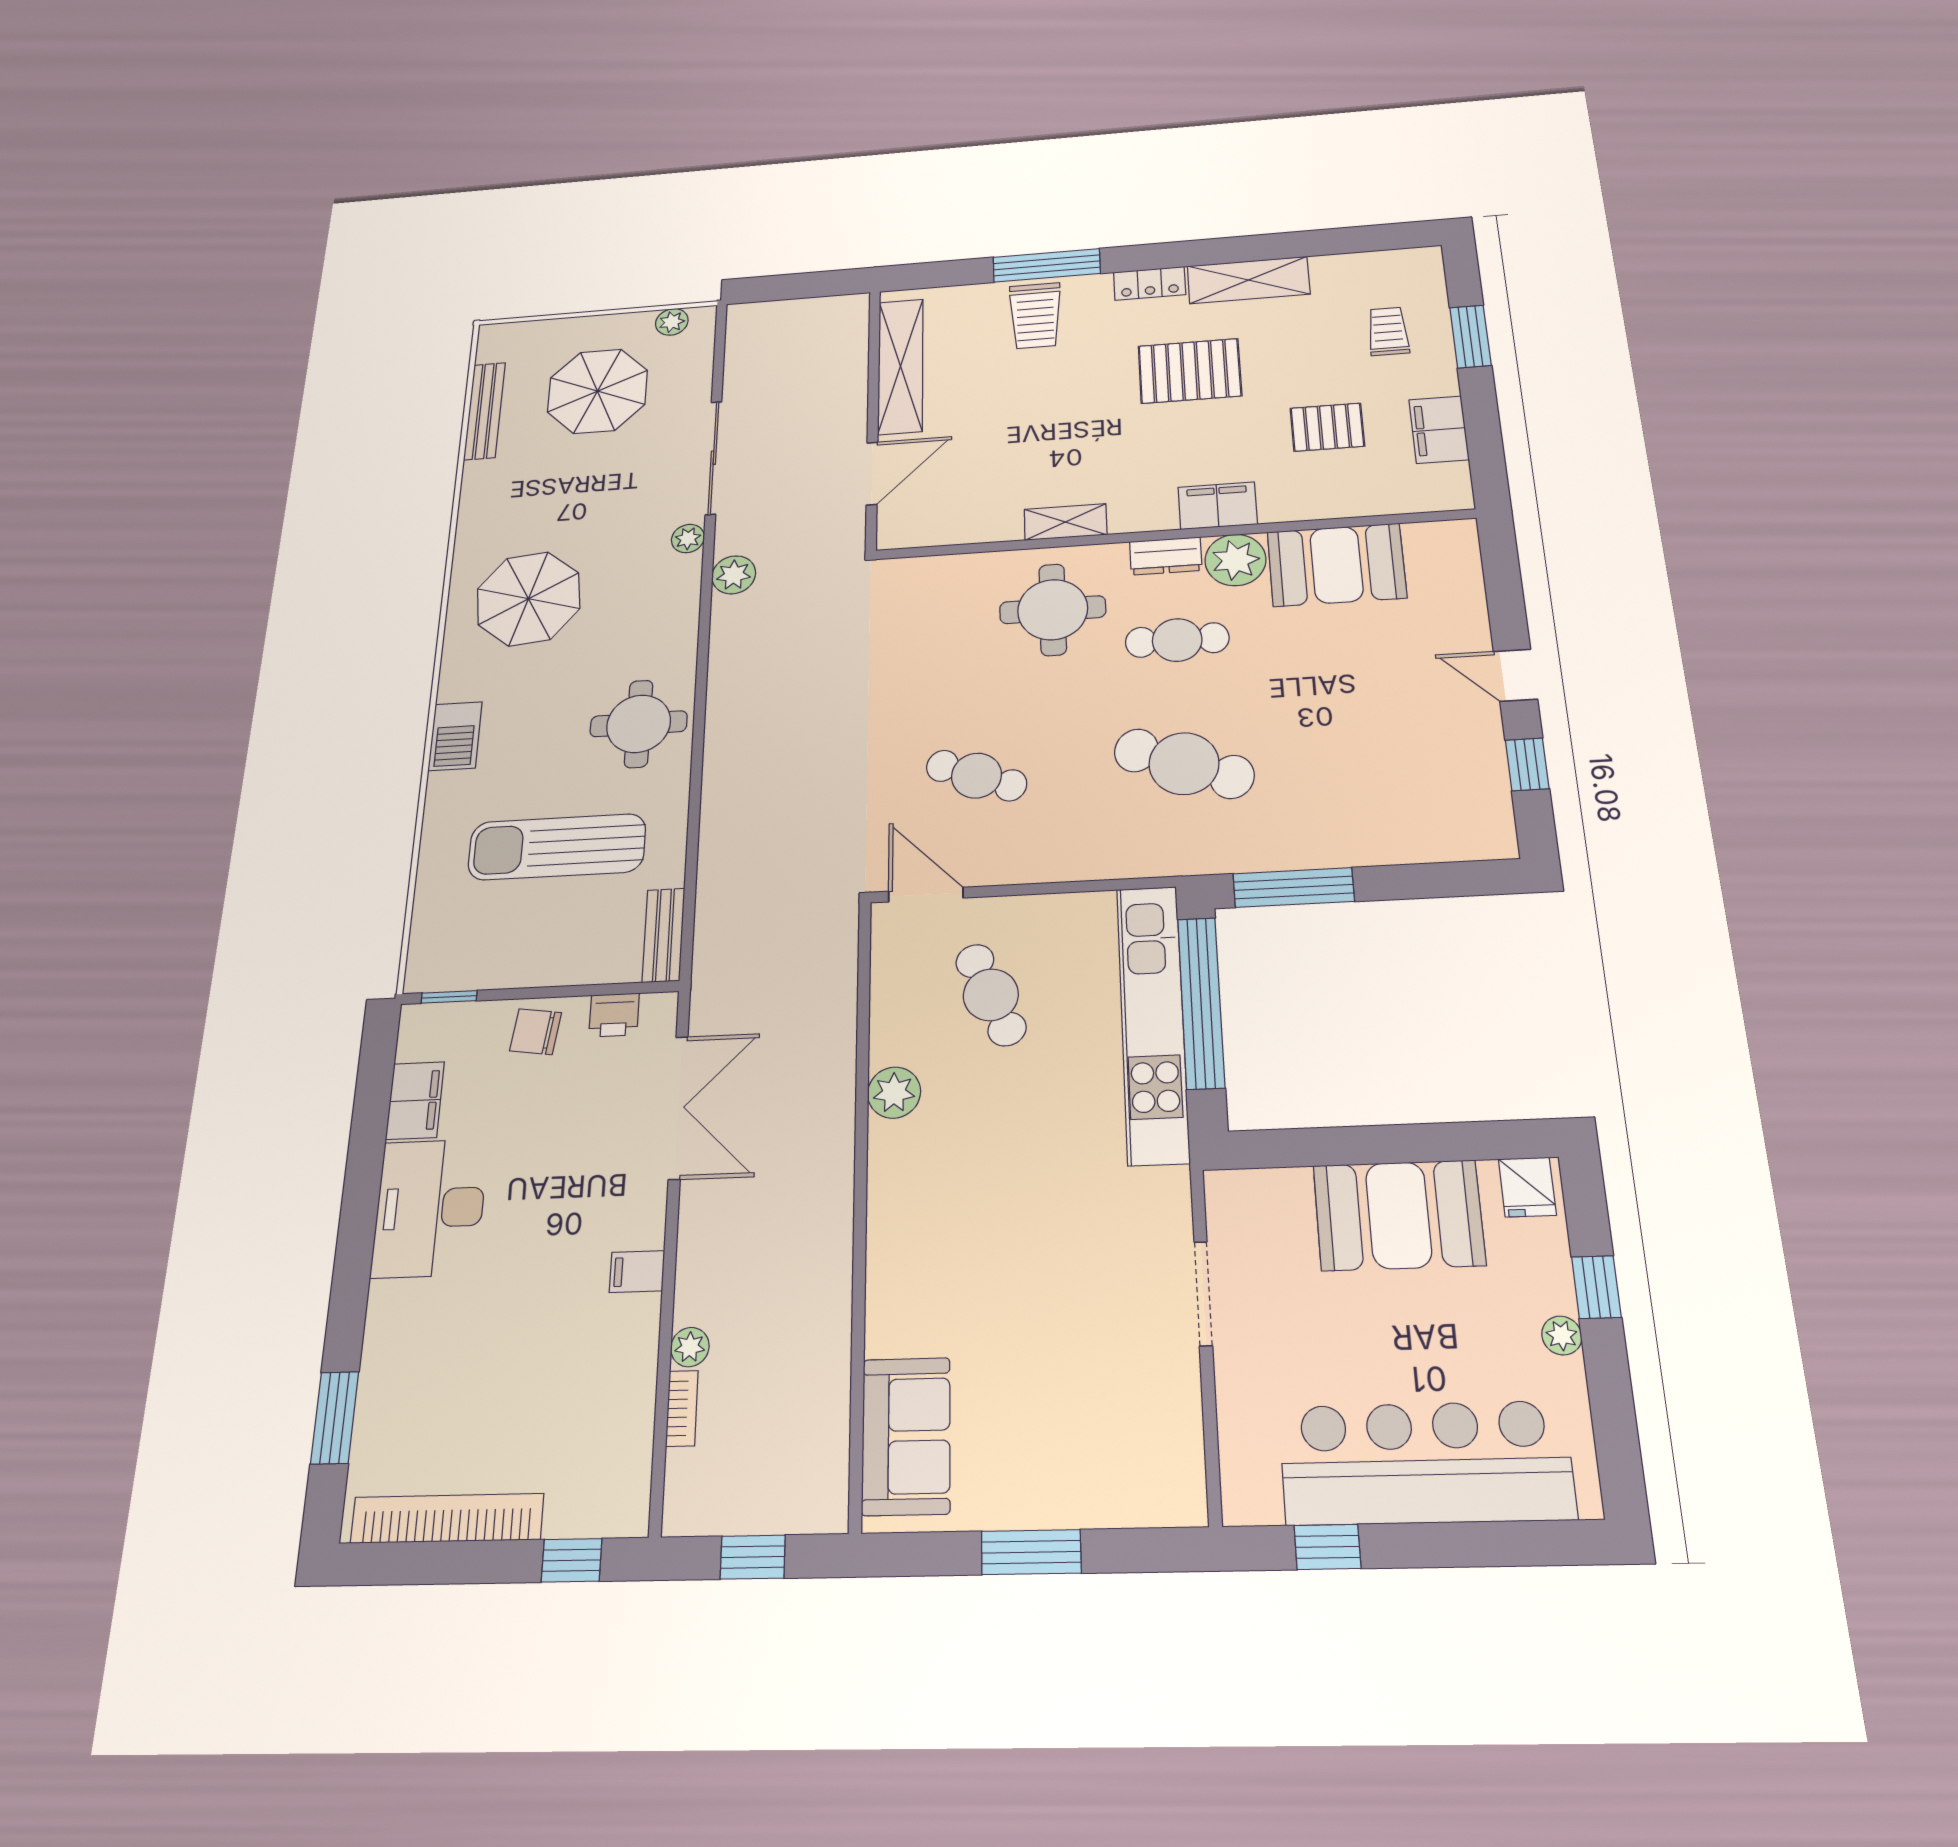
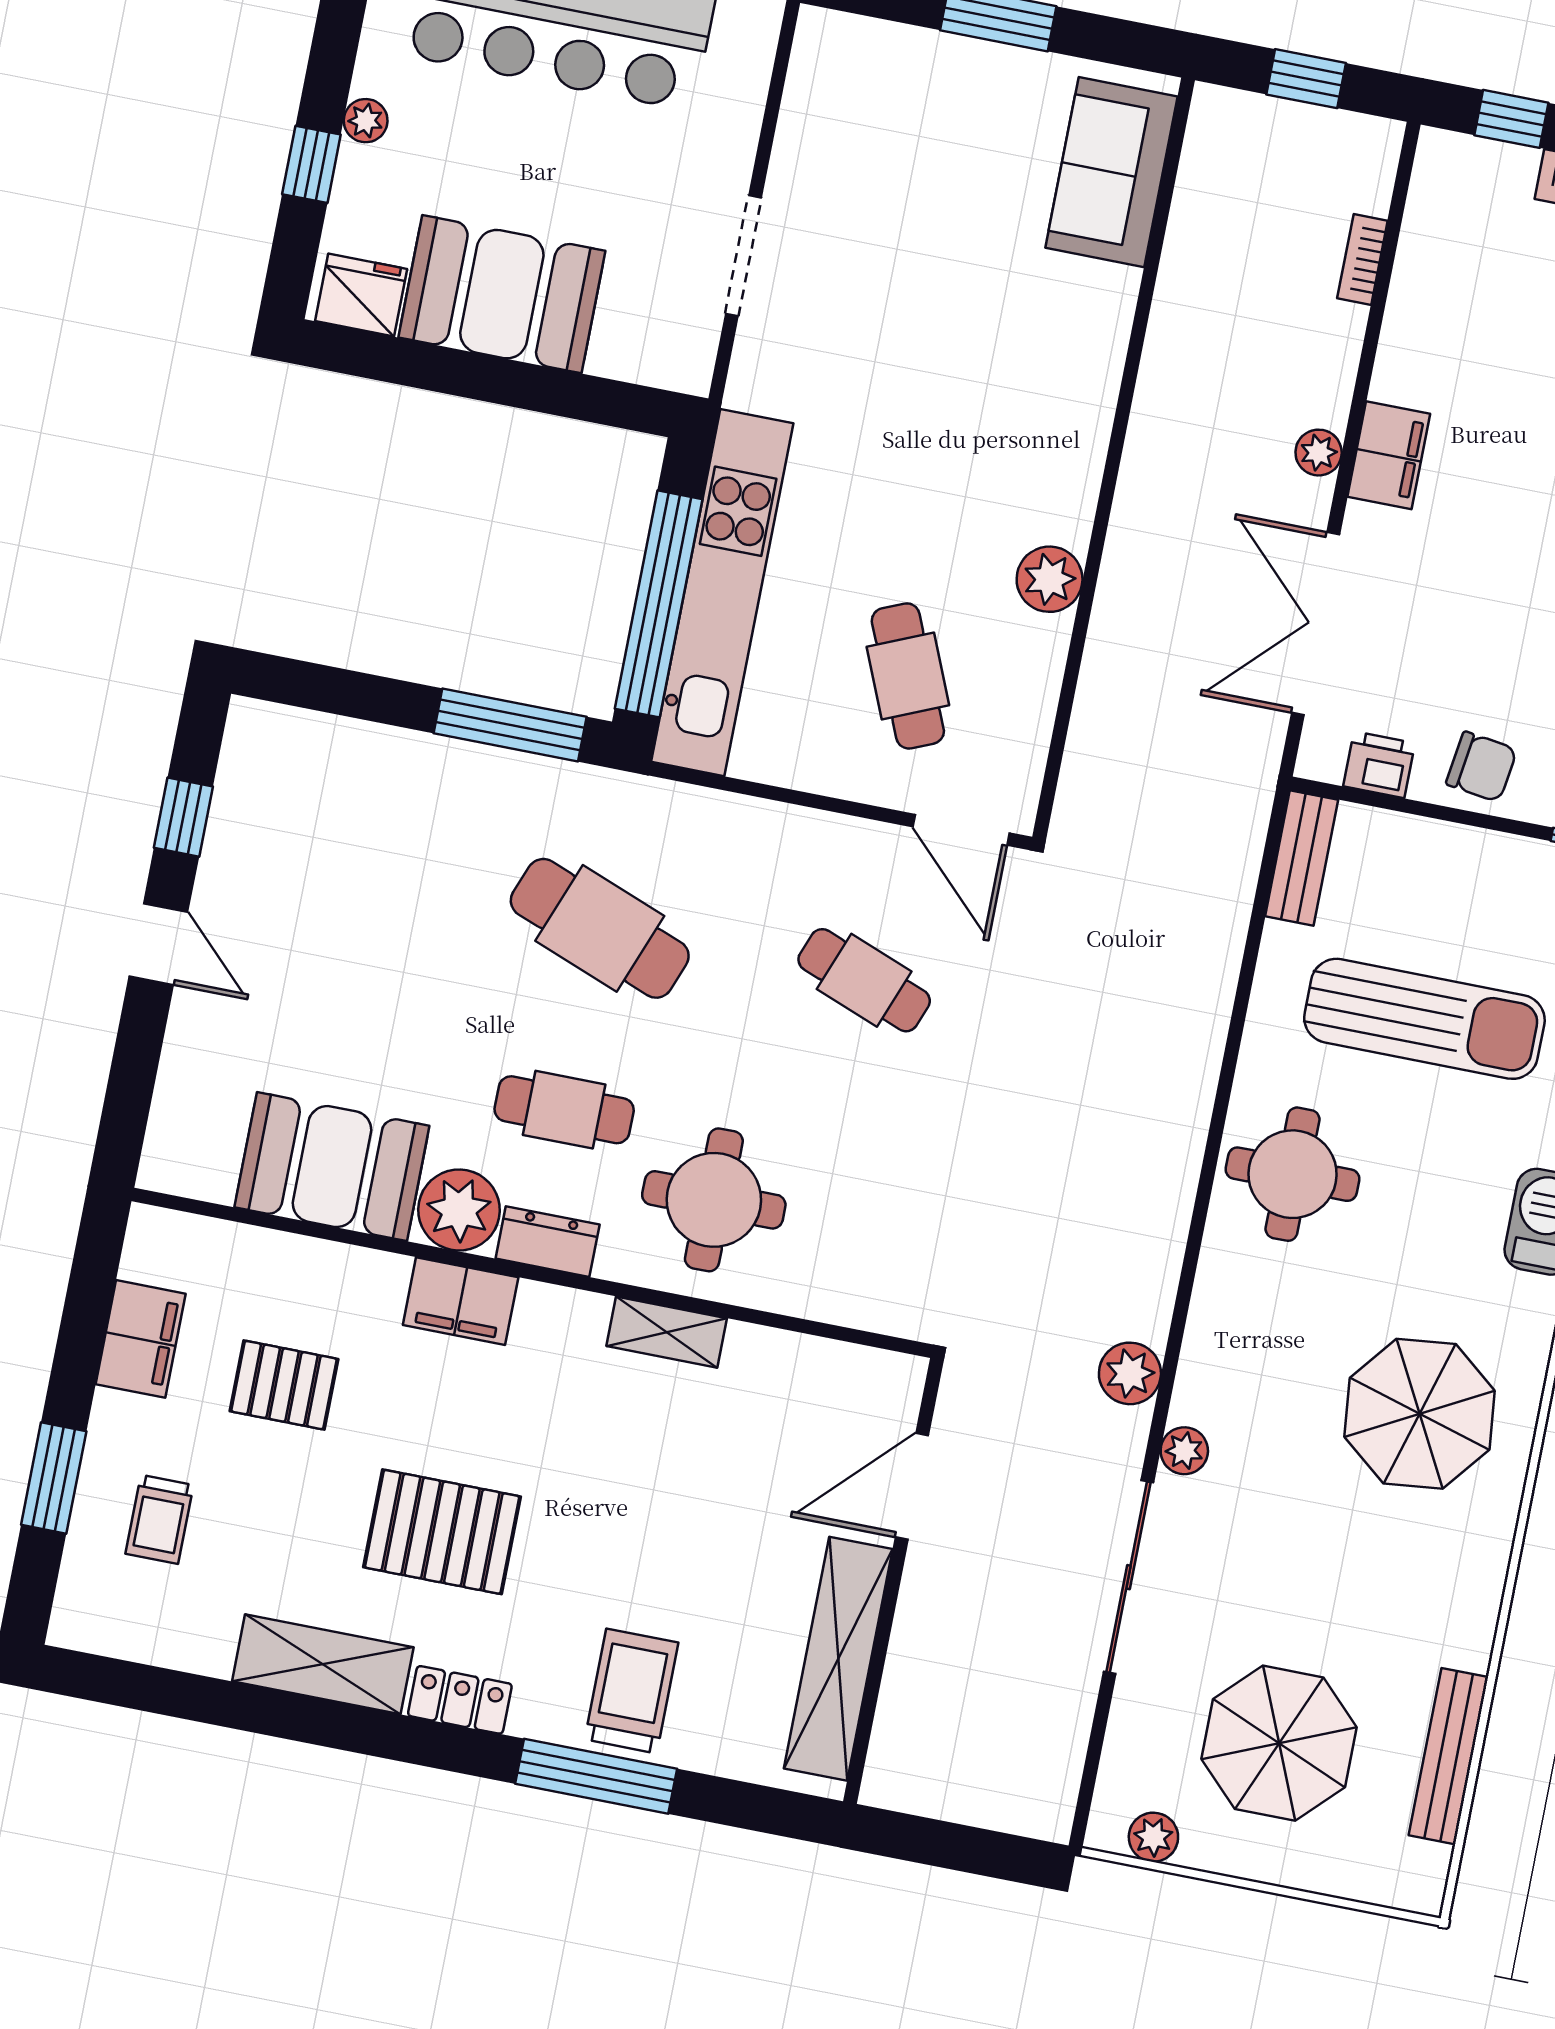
fridge: (1527, 1187) -> (361, 295), width x1.38
filing cabinet: (637, 1272) -> (1389, 455), width x2.00
plant: (690, 1347) -> (1319, 453), moved

